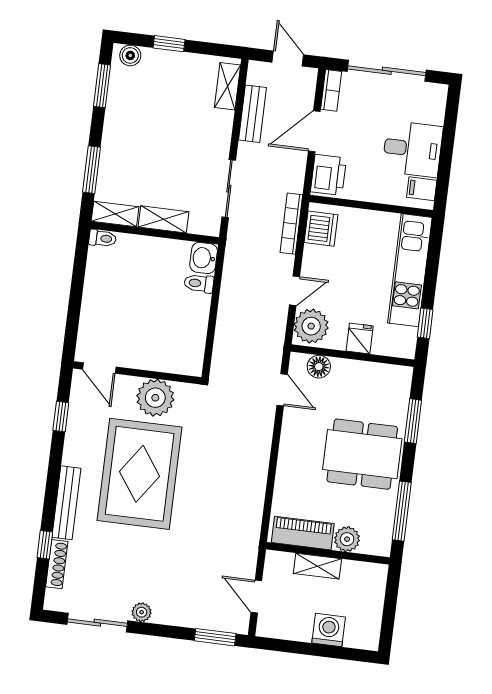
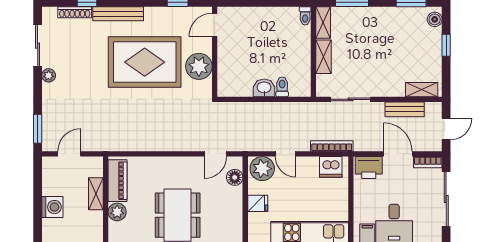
washbasin: (204, 258) -> (264, 88), moved

